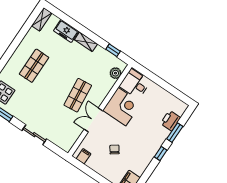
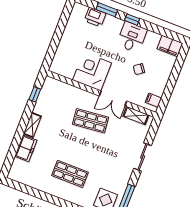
shelving: (42, 19) -> (136, 116), moved
plant: (115, 73) -> (58, 86), removed
desk: (135, 84) -> (132, 37), moved, turned 180

